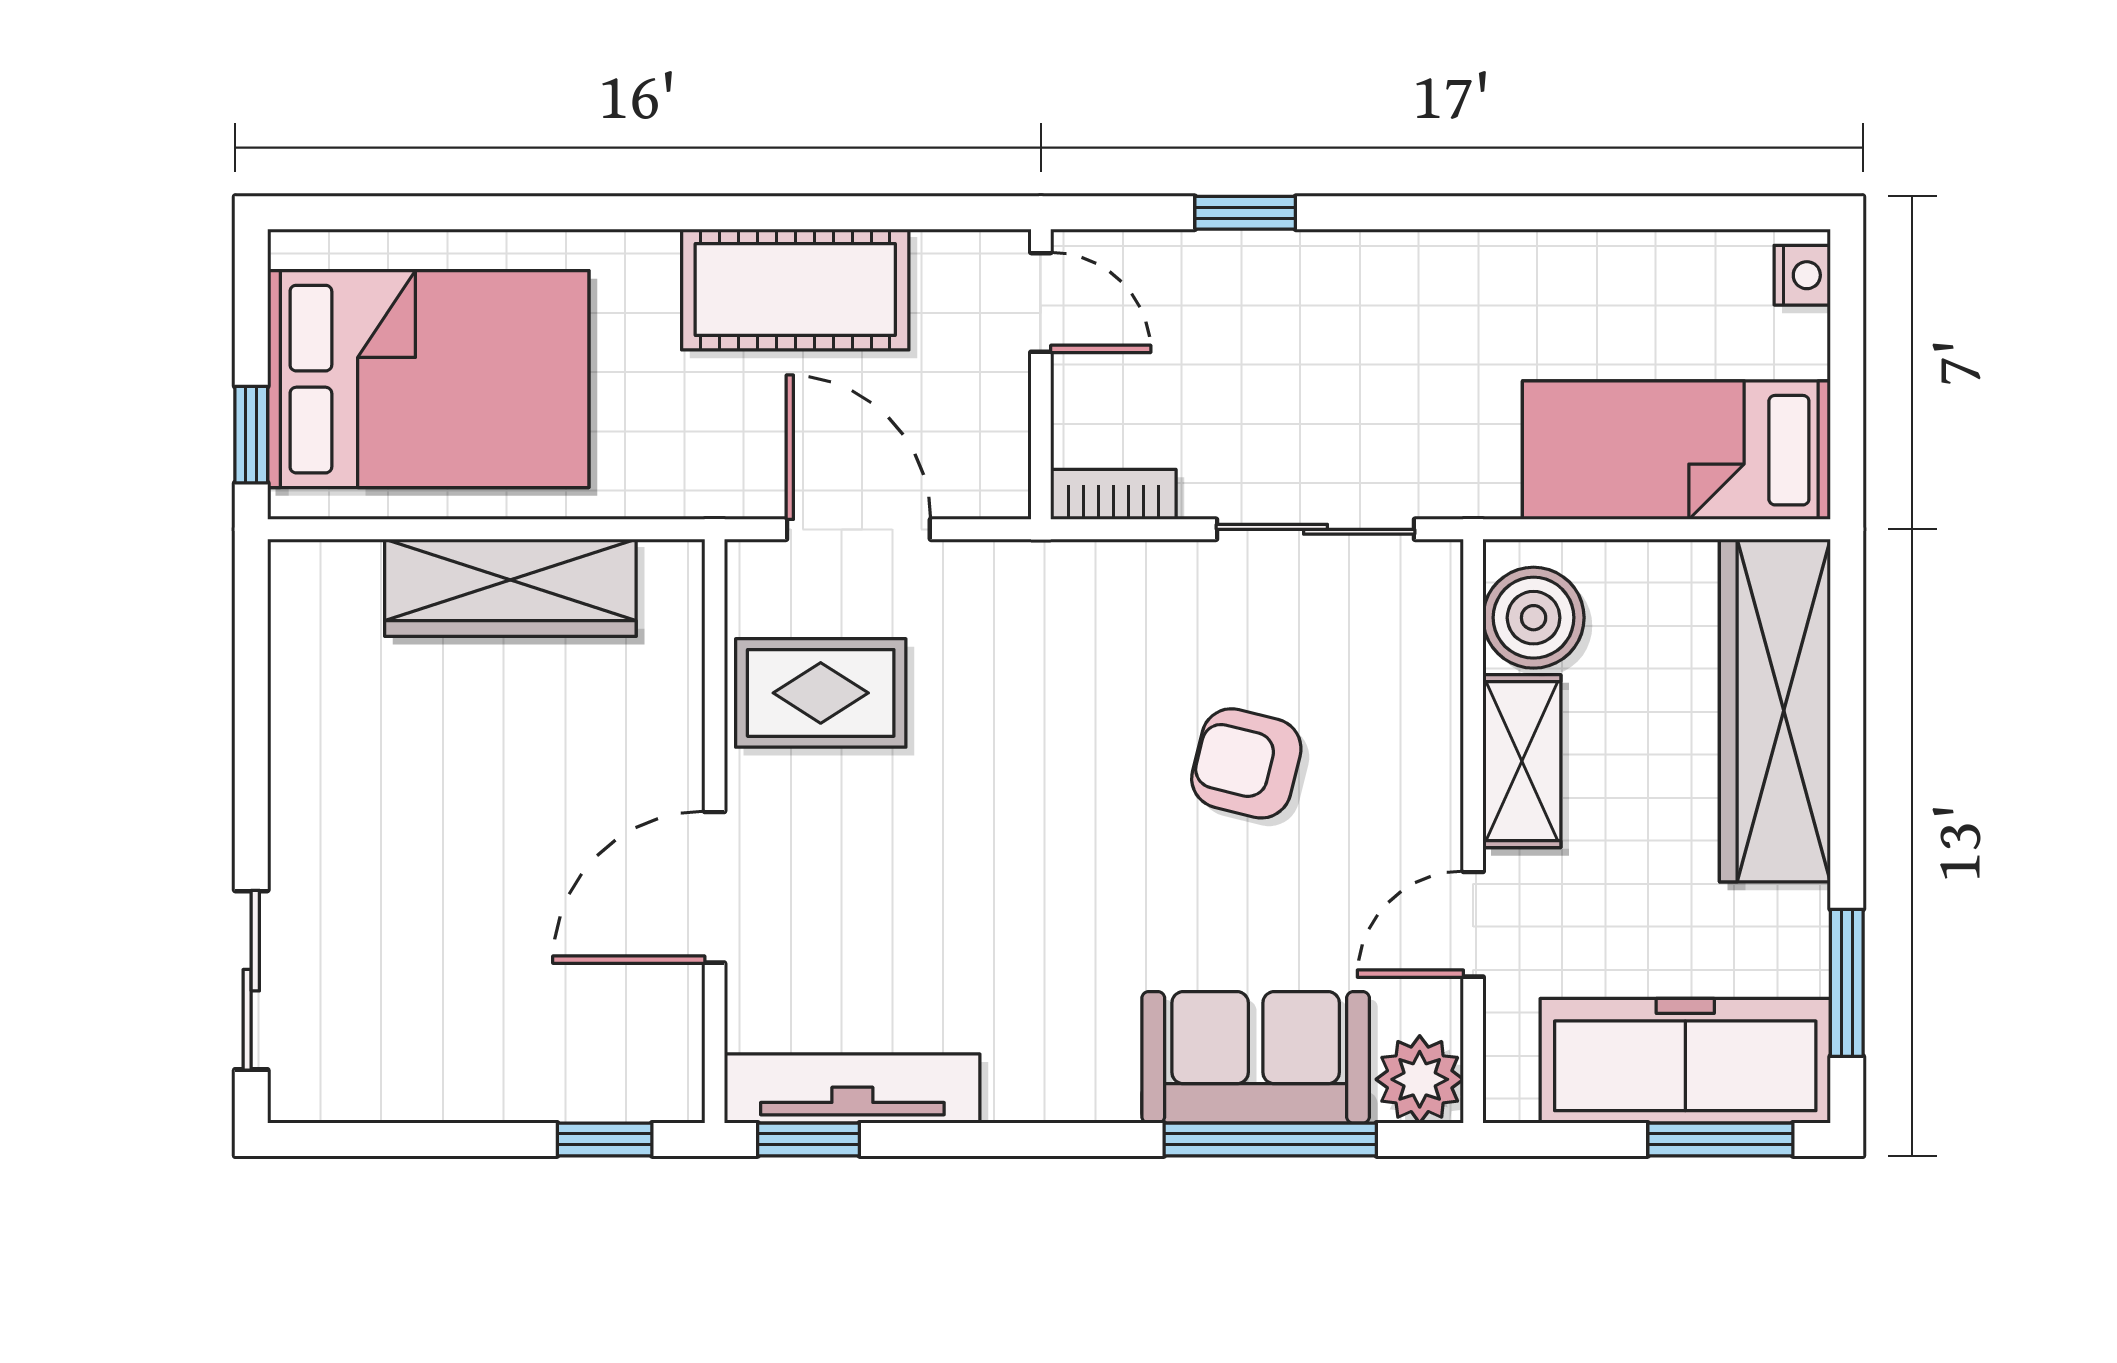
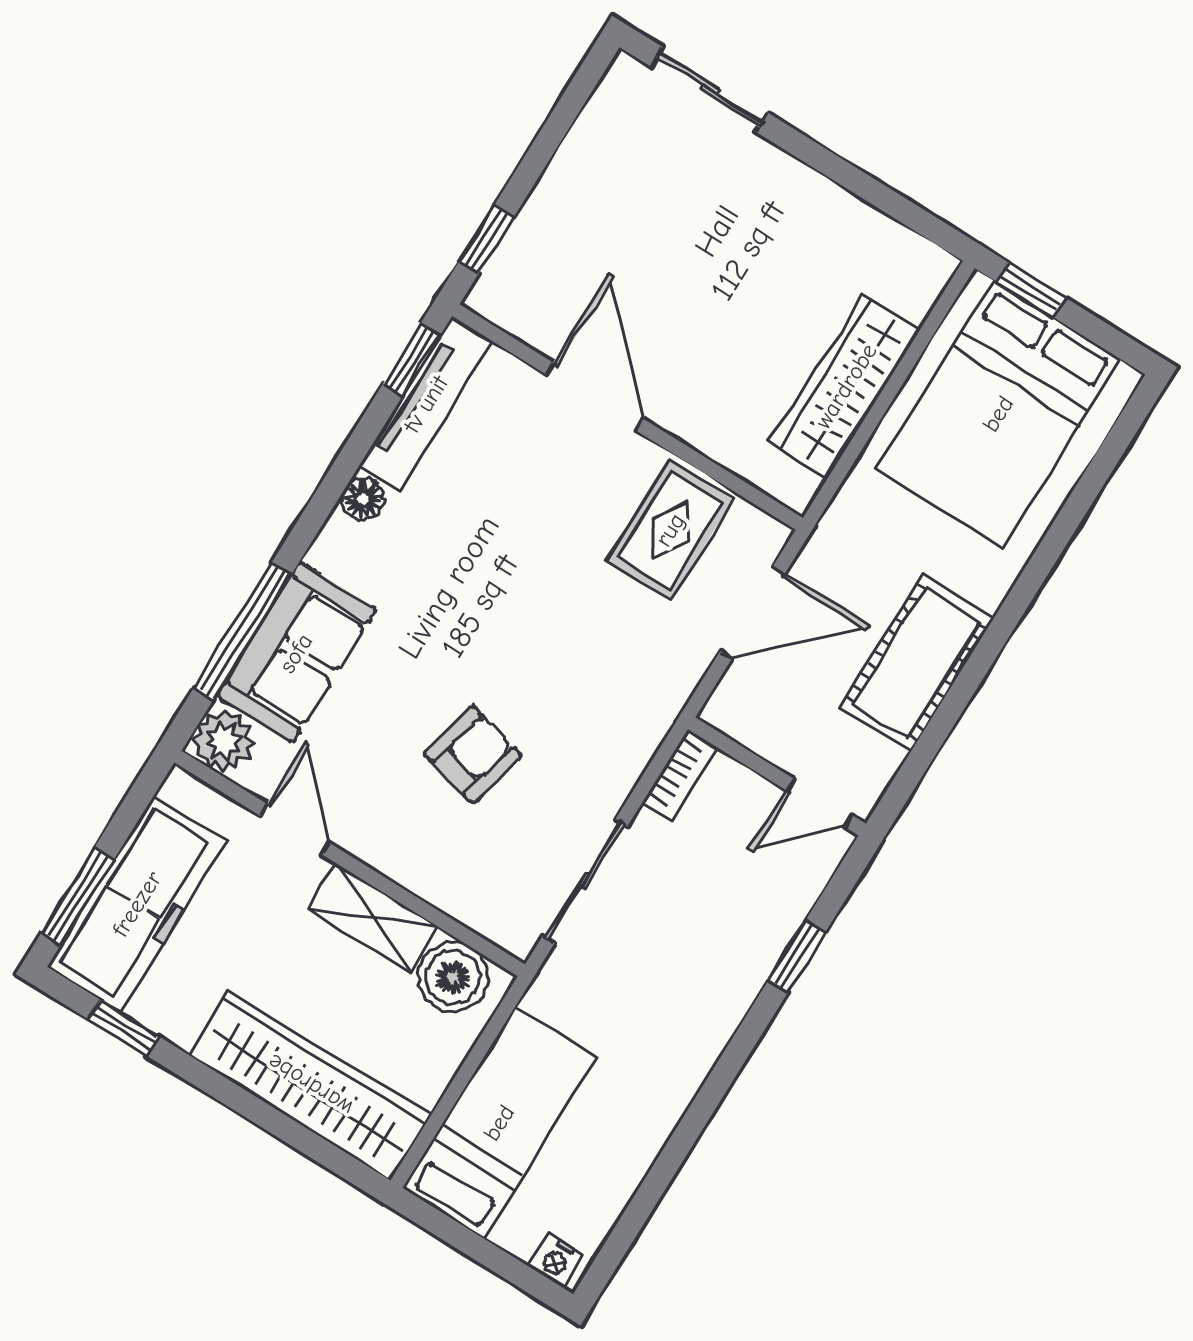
window: (1847, 983) -> (124, 1028), width x0.67
floor lamp: (1017, 1093) -> (363, 499), added

